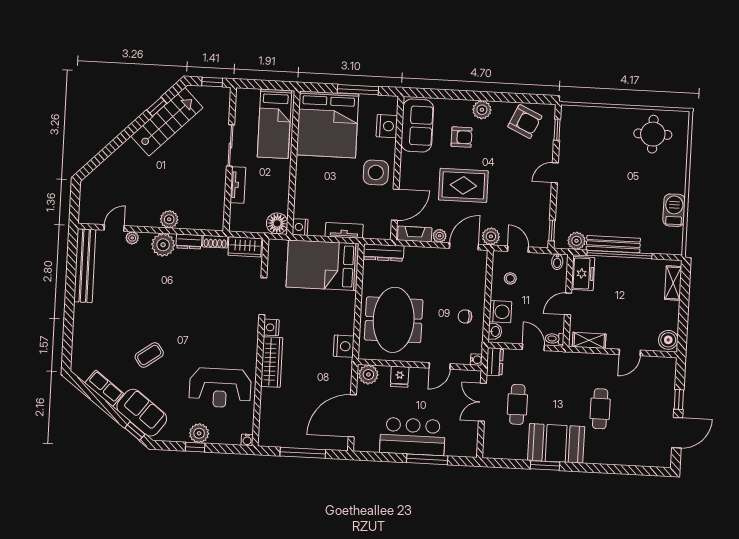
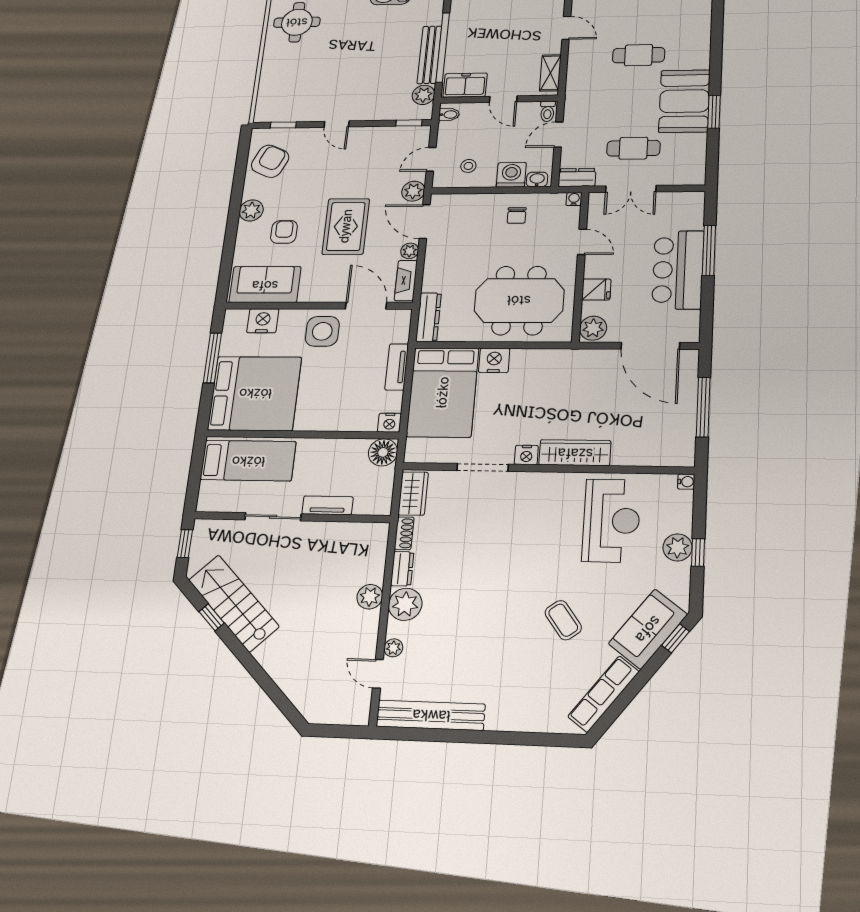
nightstand: (344, 346) -> (494, 360), moved
row of seats: (104, 388) -> (603, 694), width x1.48

